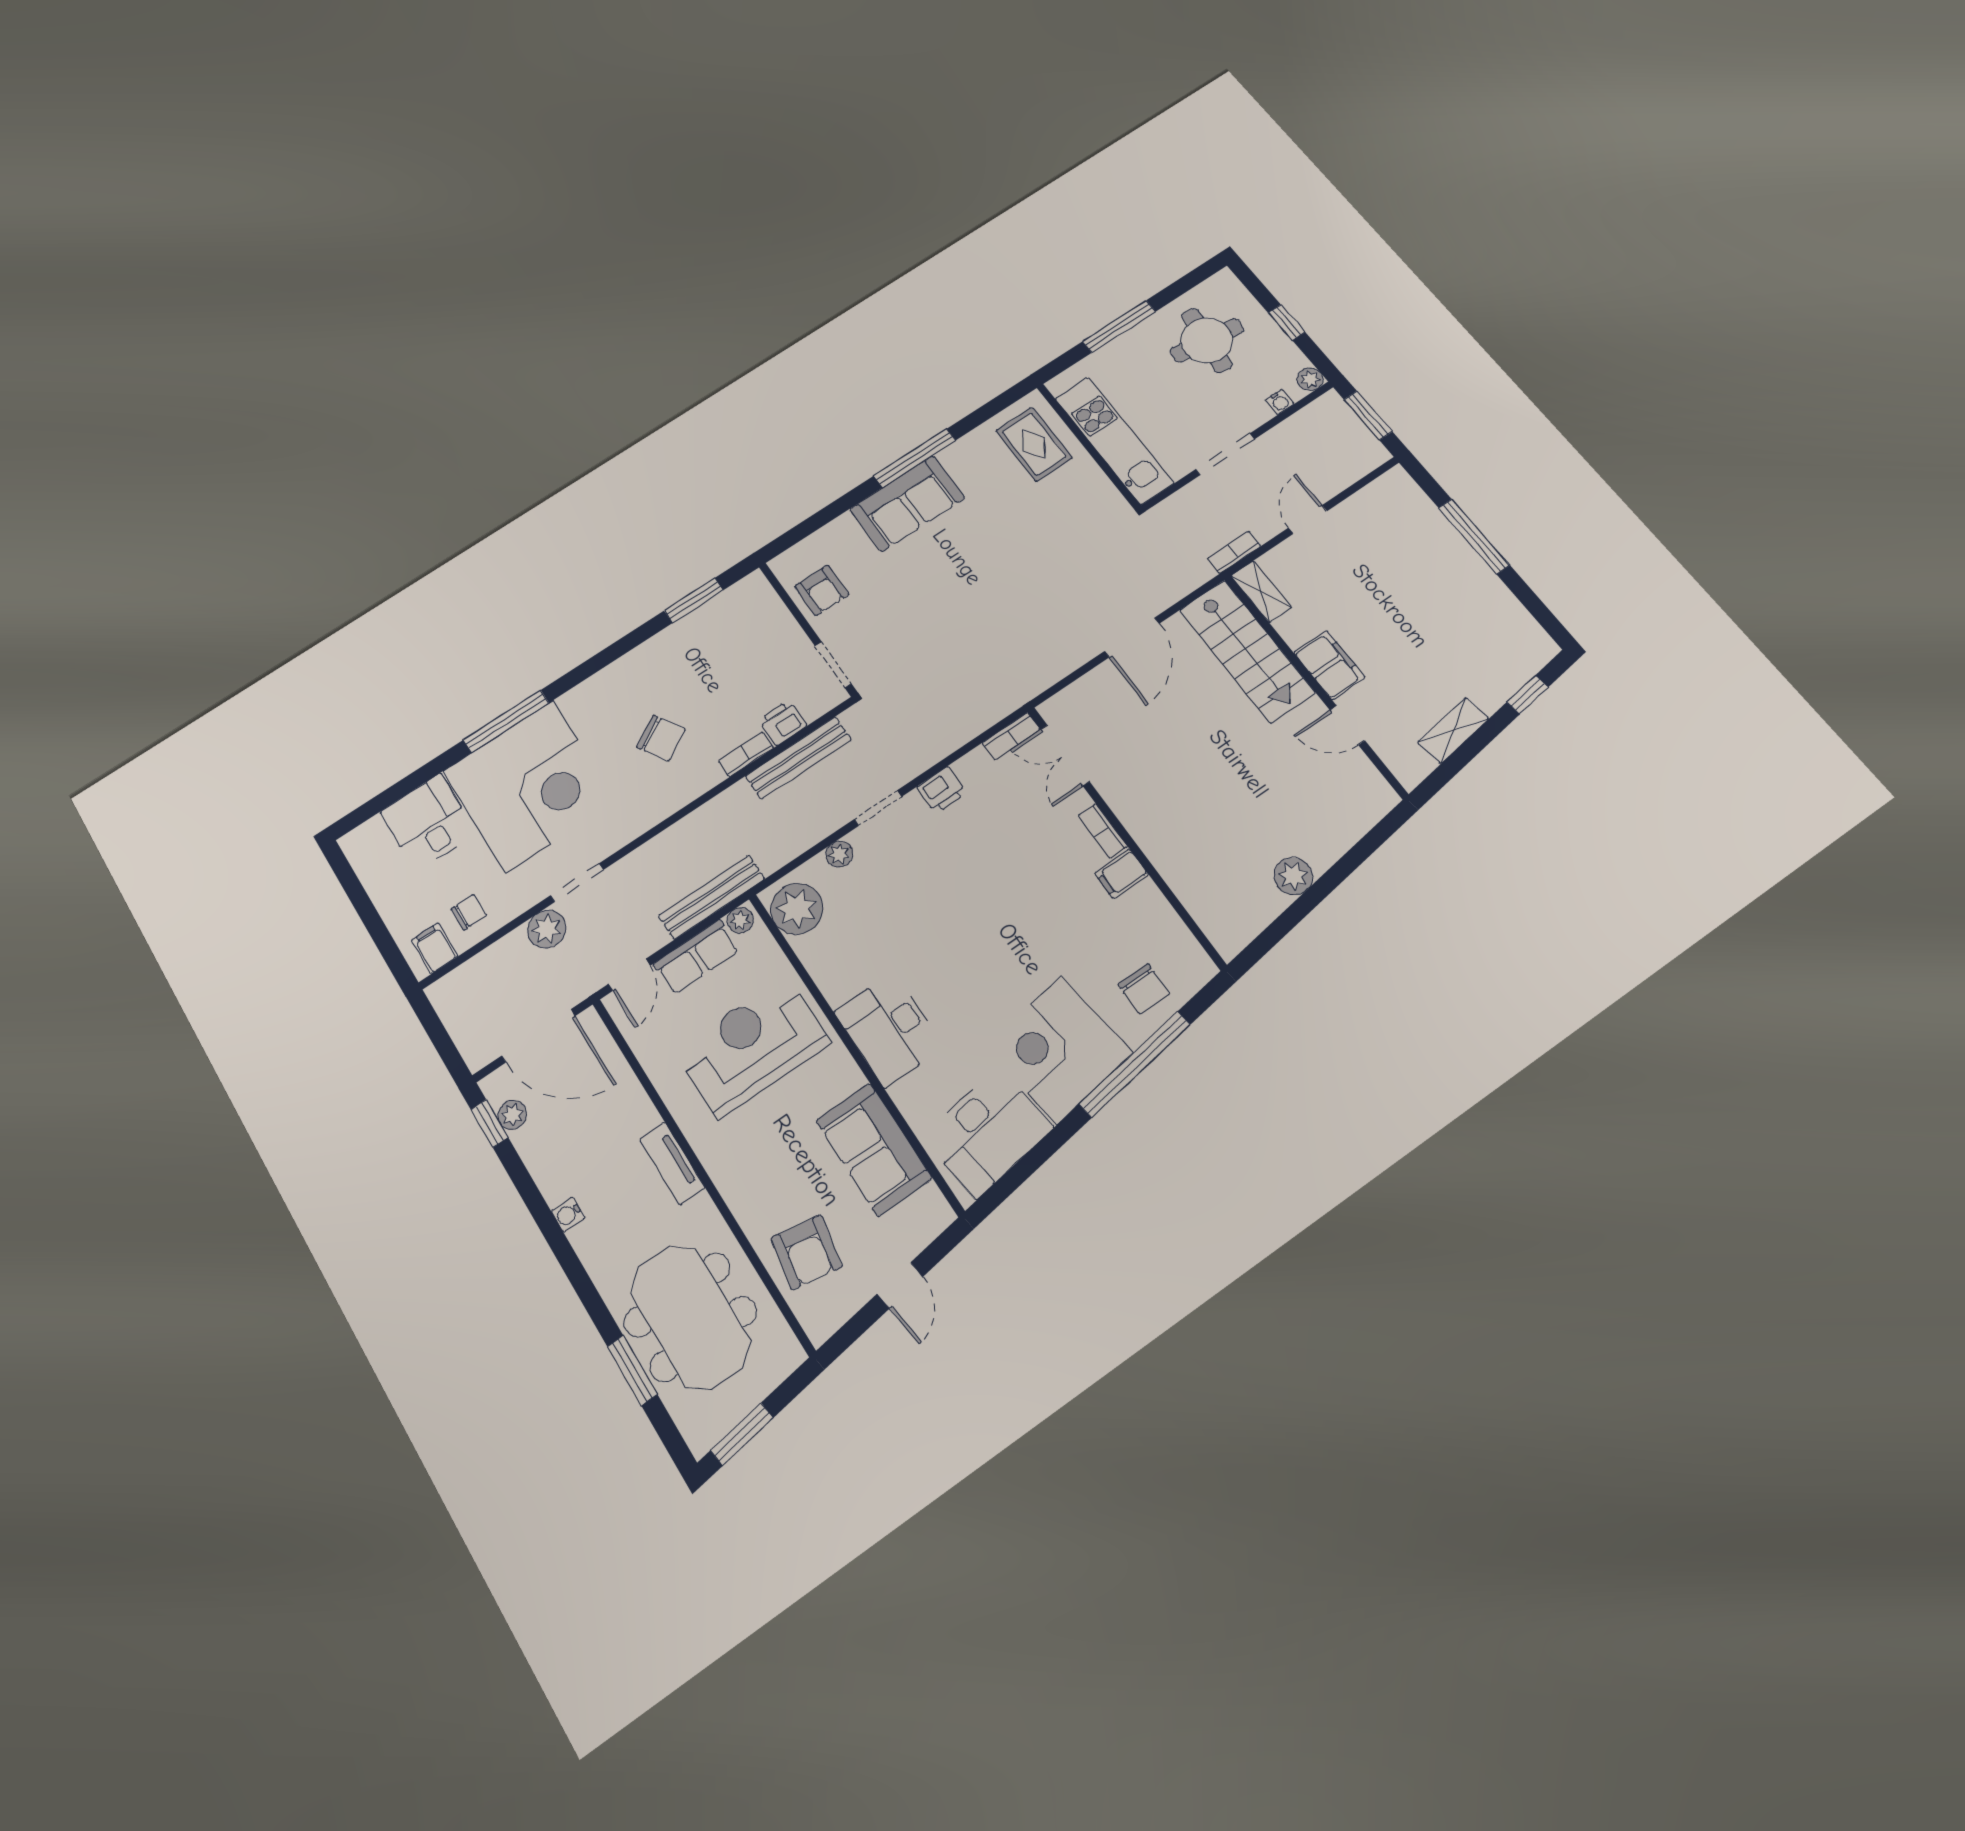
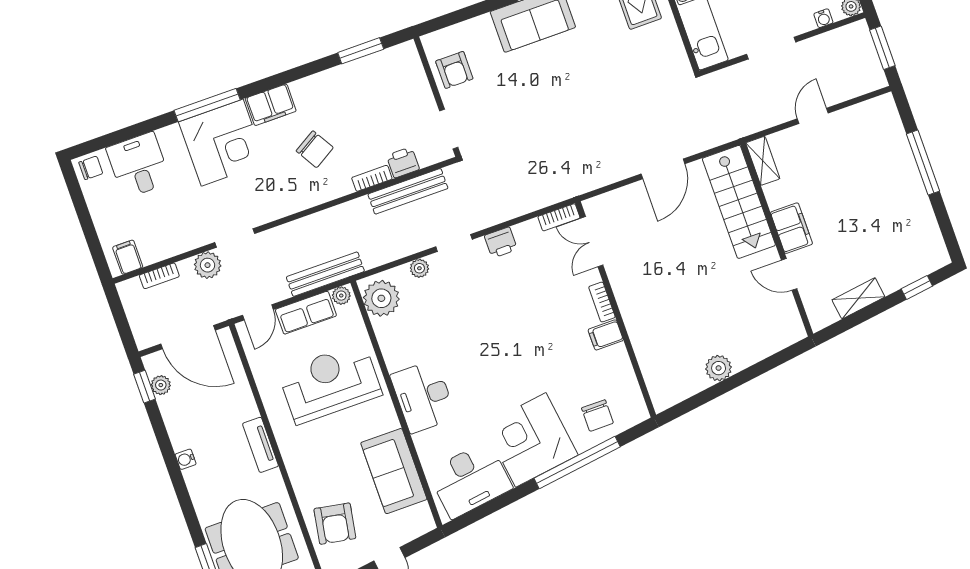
bookcase: (1234, 552) -> (159, 276), moved, turned 180
filing cabinet: (590, 698) -> (271, 105), added
corner desk: (529, 786) -> (222, 143), width x0.74, depth x0.74
chair: (469, 912) -> (91, 168), moved

